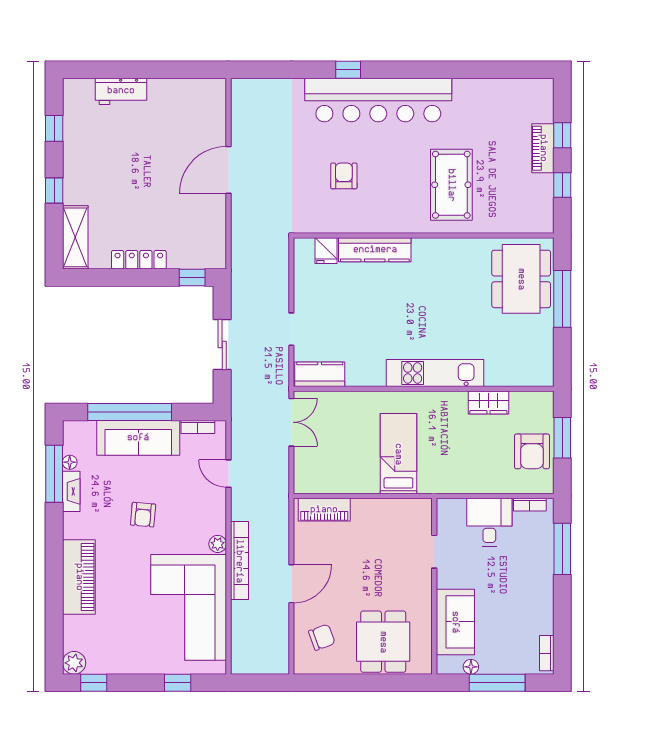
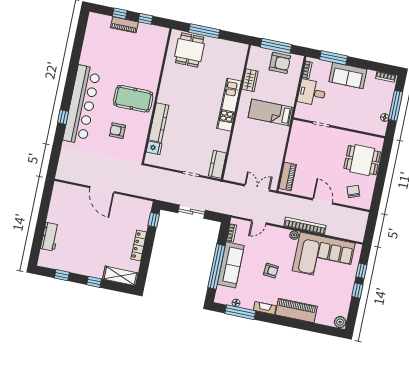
pool table: (451, 185) -> (133, 99), moved
dining table: (521, 279) -> (190, 50), width x0.73
double door: (291, 422) -> (257, 188), moved
window: (562, 438) -> (276, 46), width x1.44
bed: (398, 454) -> (271, 112), moved
fireplace: (71, 491) -> (265, 308), moved
sofa: (455, 622) -> (348, 75), moved, turned 180
window: (94, 683) -> (357, 291), moved

